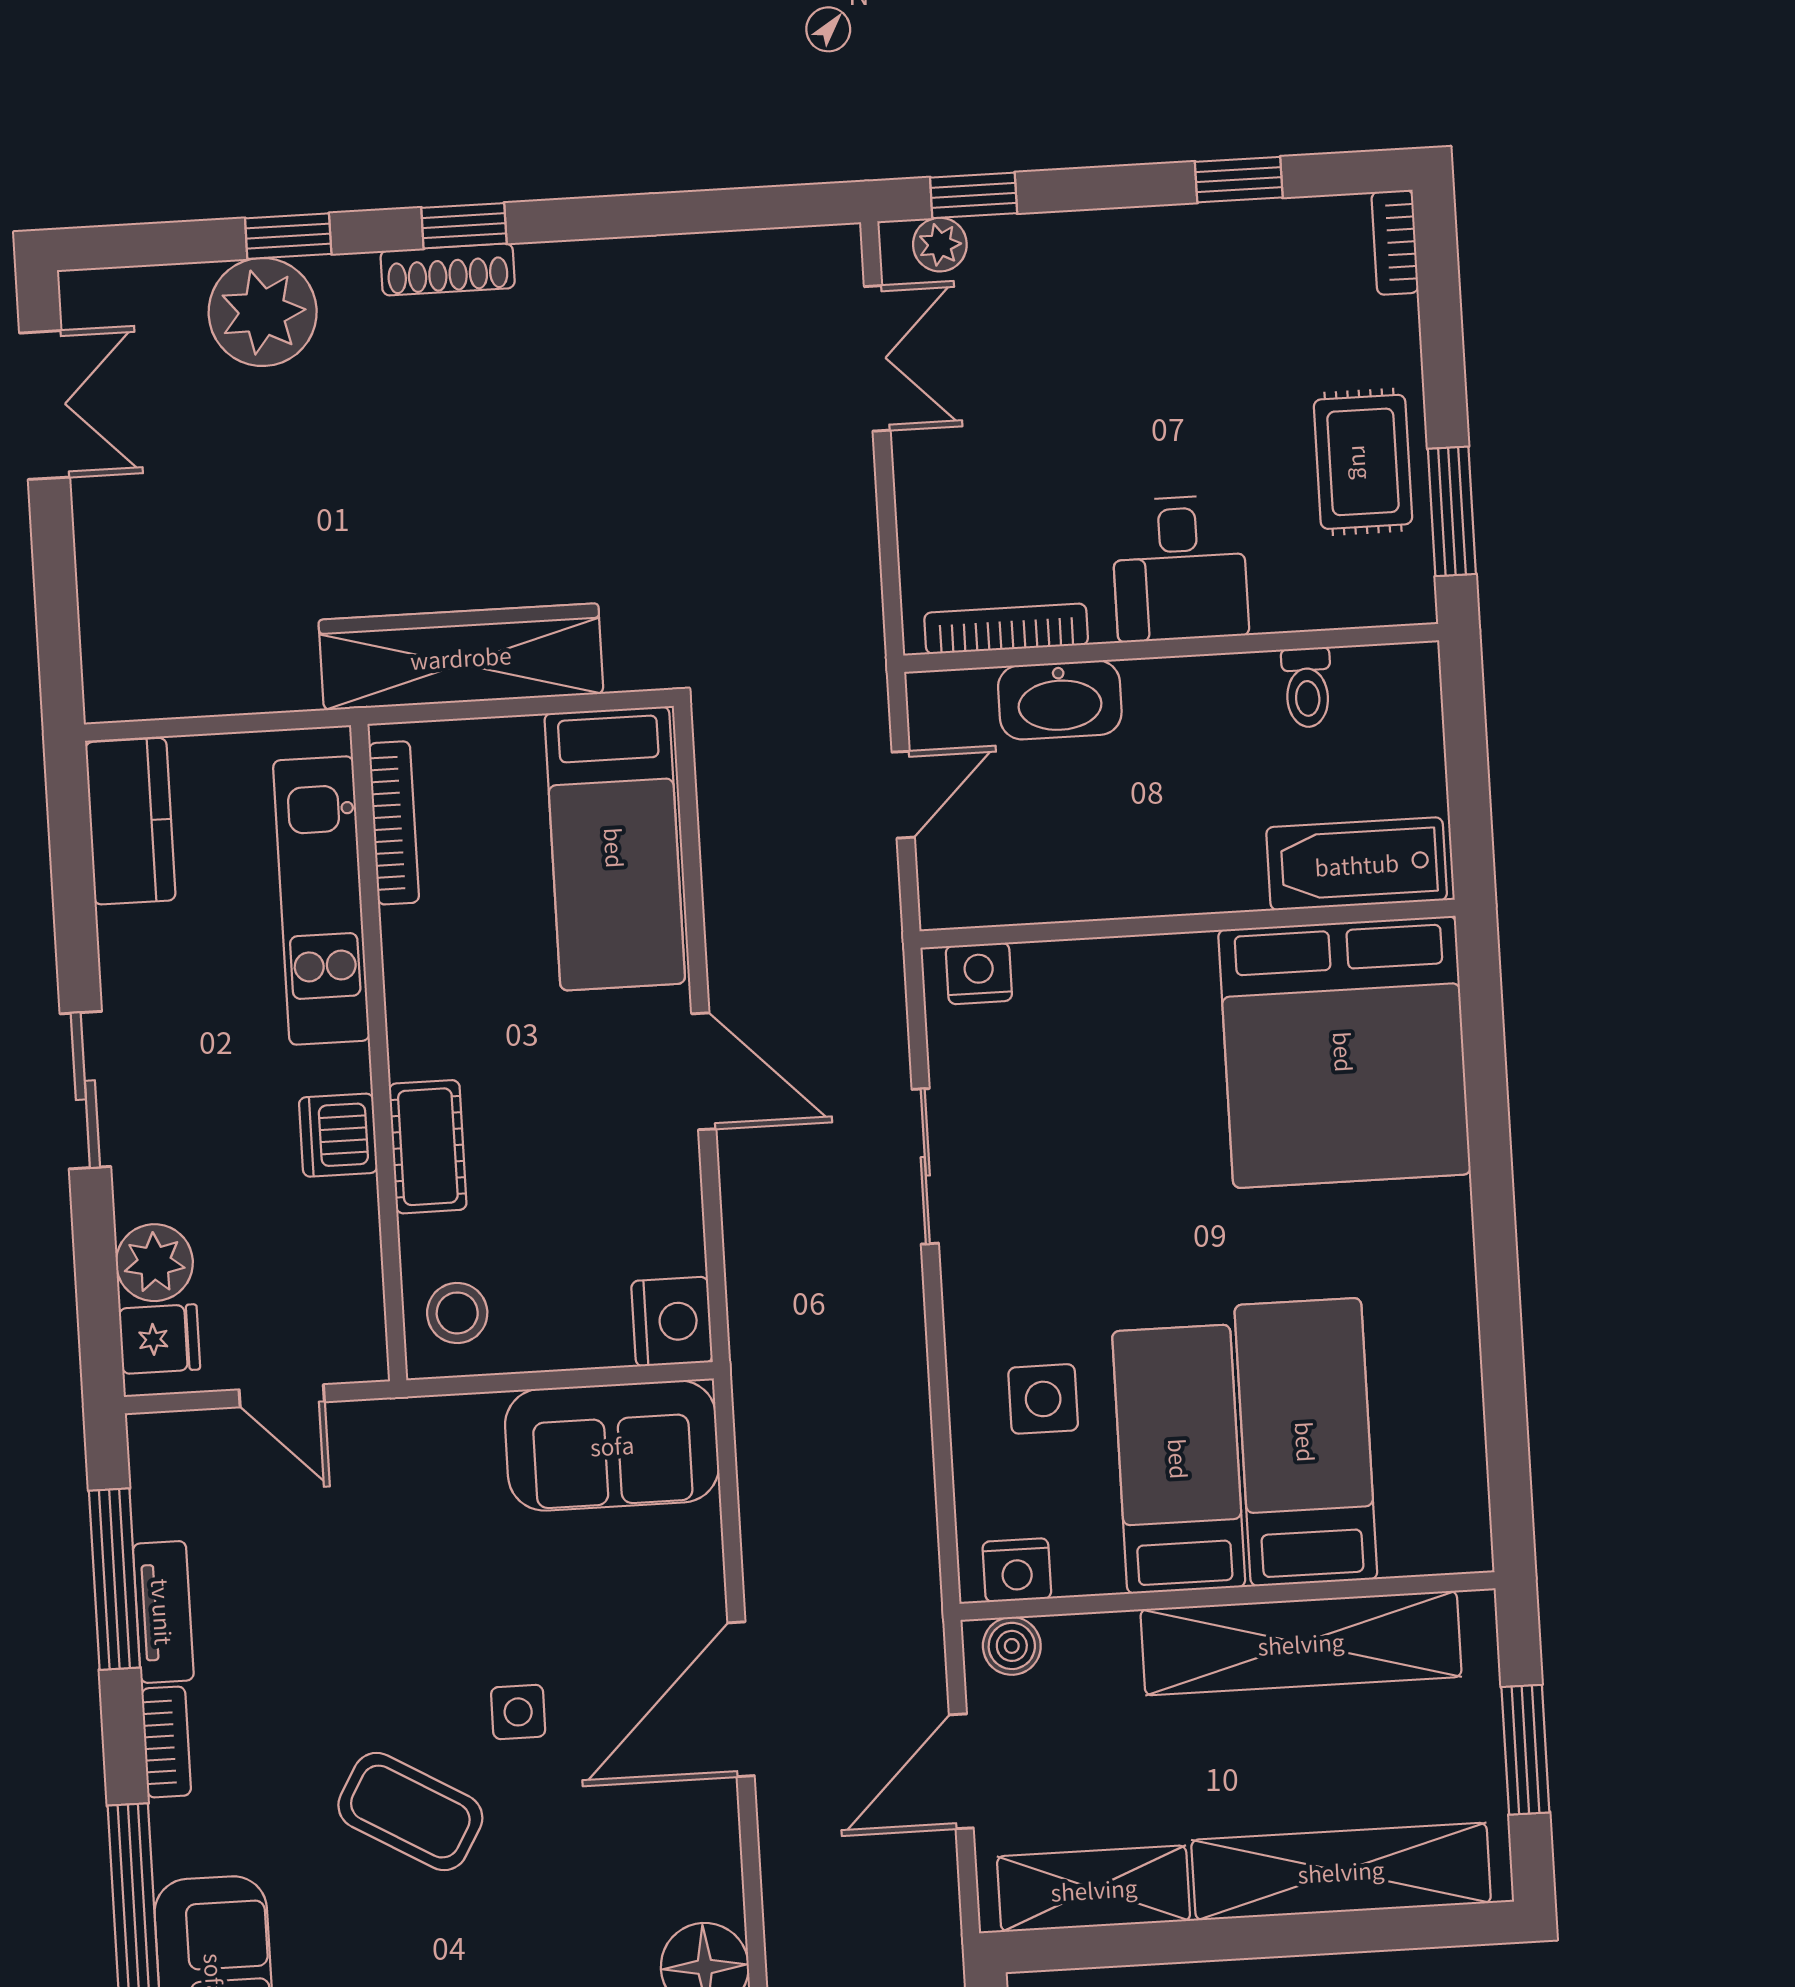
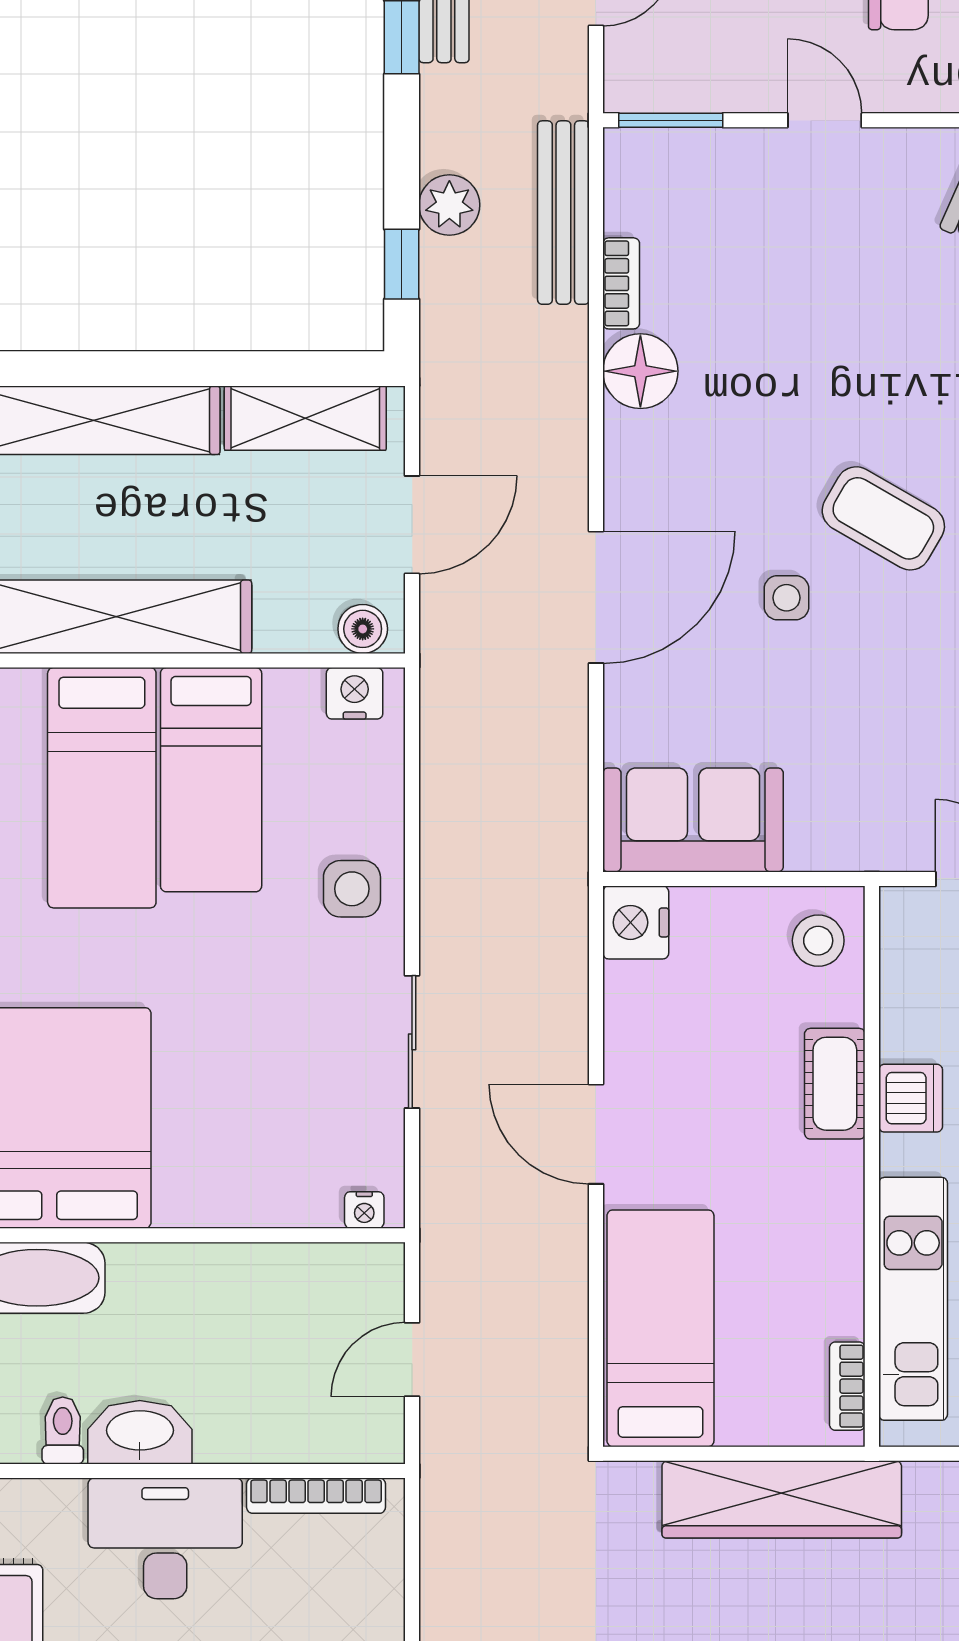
desk: (1180, 568) -> (165, 1538), width x1.37
washbasin: (1060, 700) -> (140, 1432), moved
bookcase: (394, 823) -> (847, 1386), width x0.64
nightstand: (979, 973) -> (364, 1210), width x0.72, depth x0.74
side table: (1043, 1399) -> (352, 889), moved

